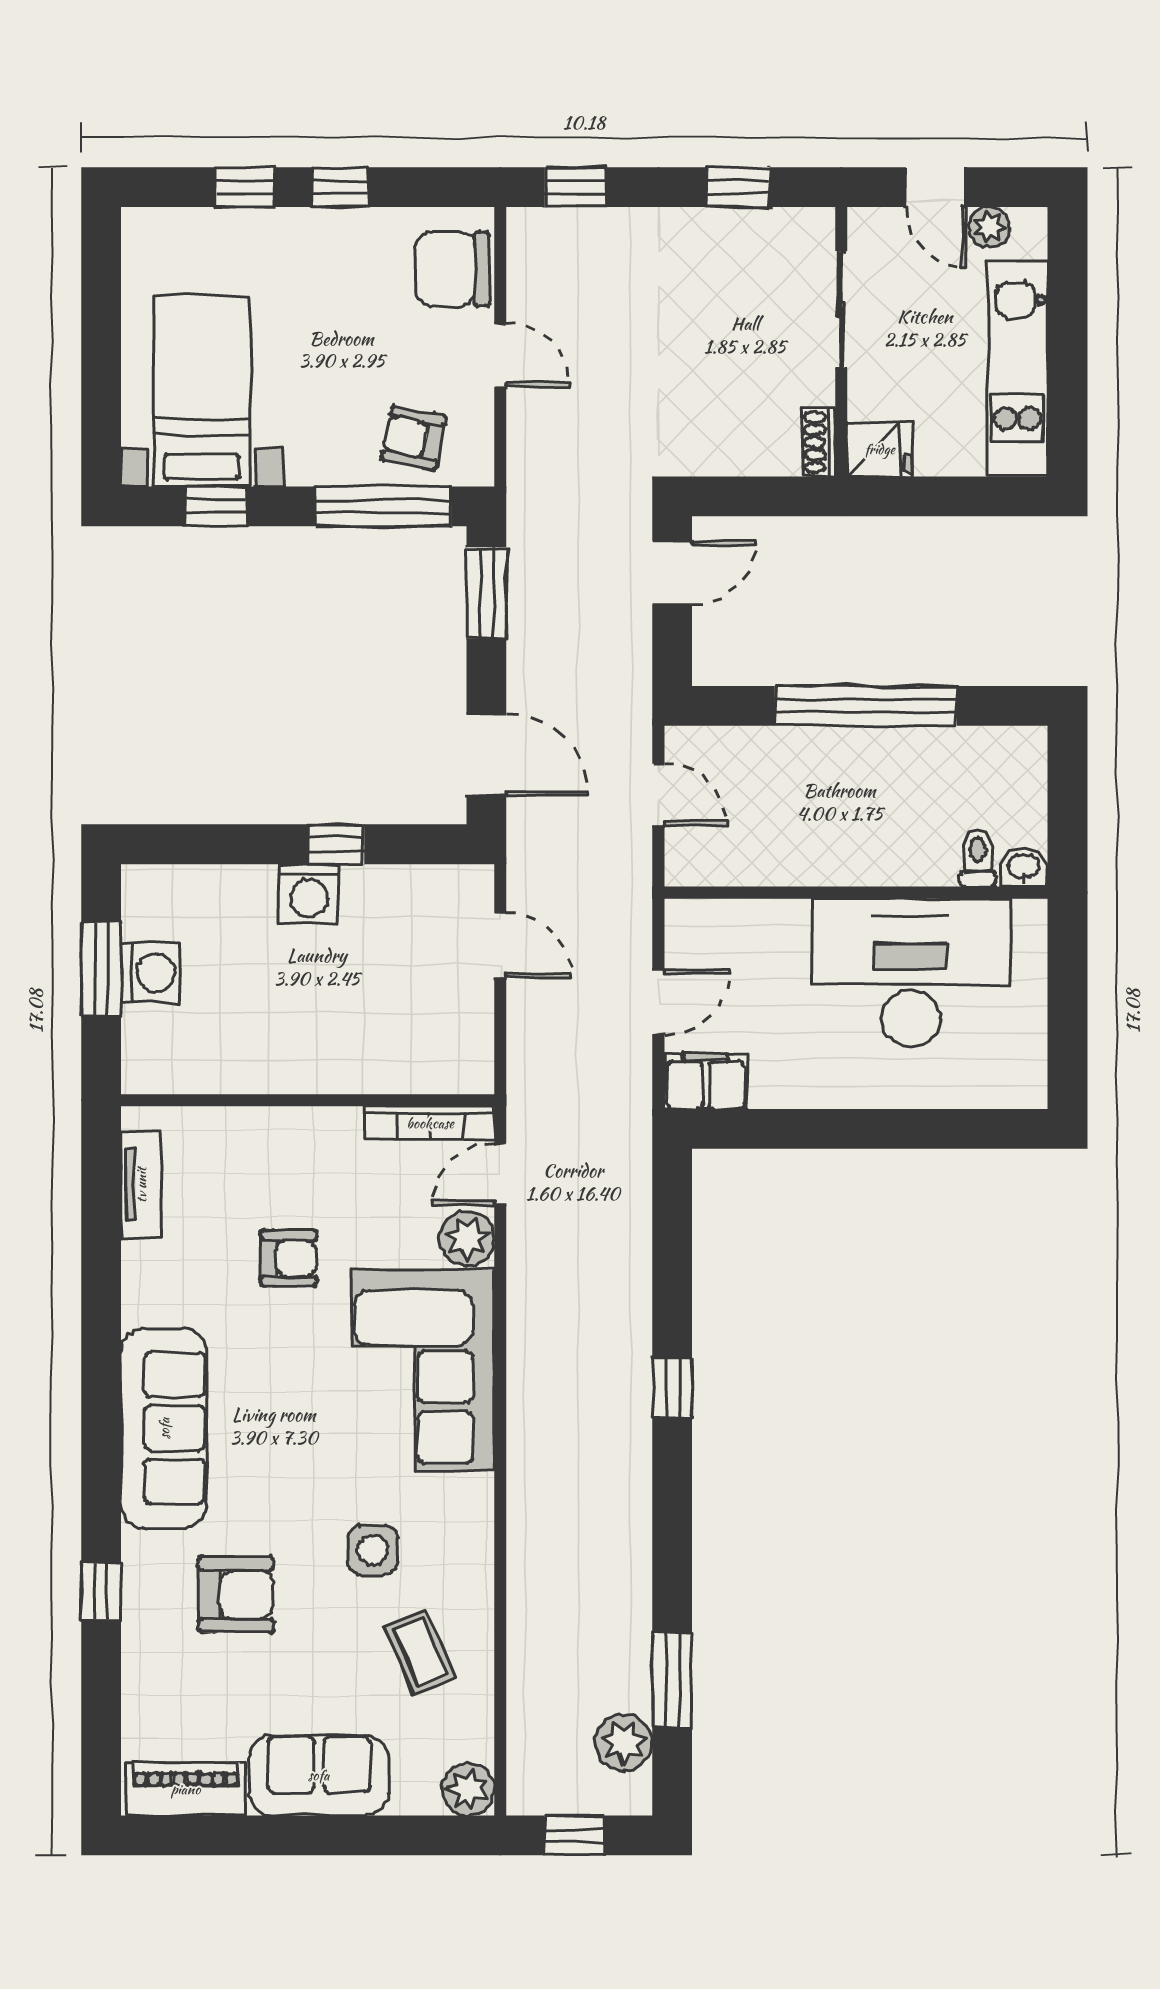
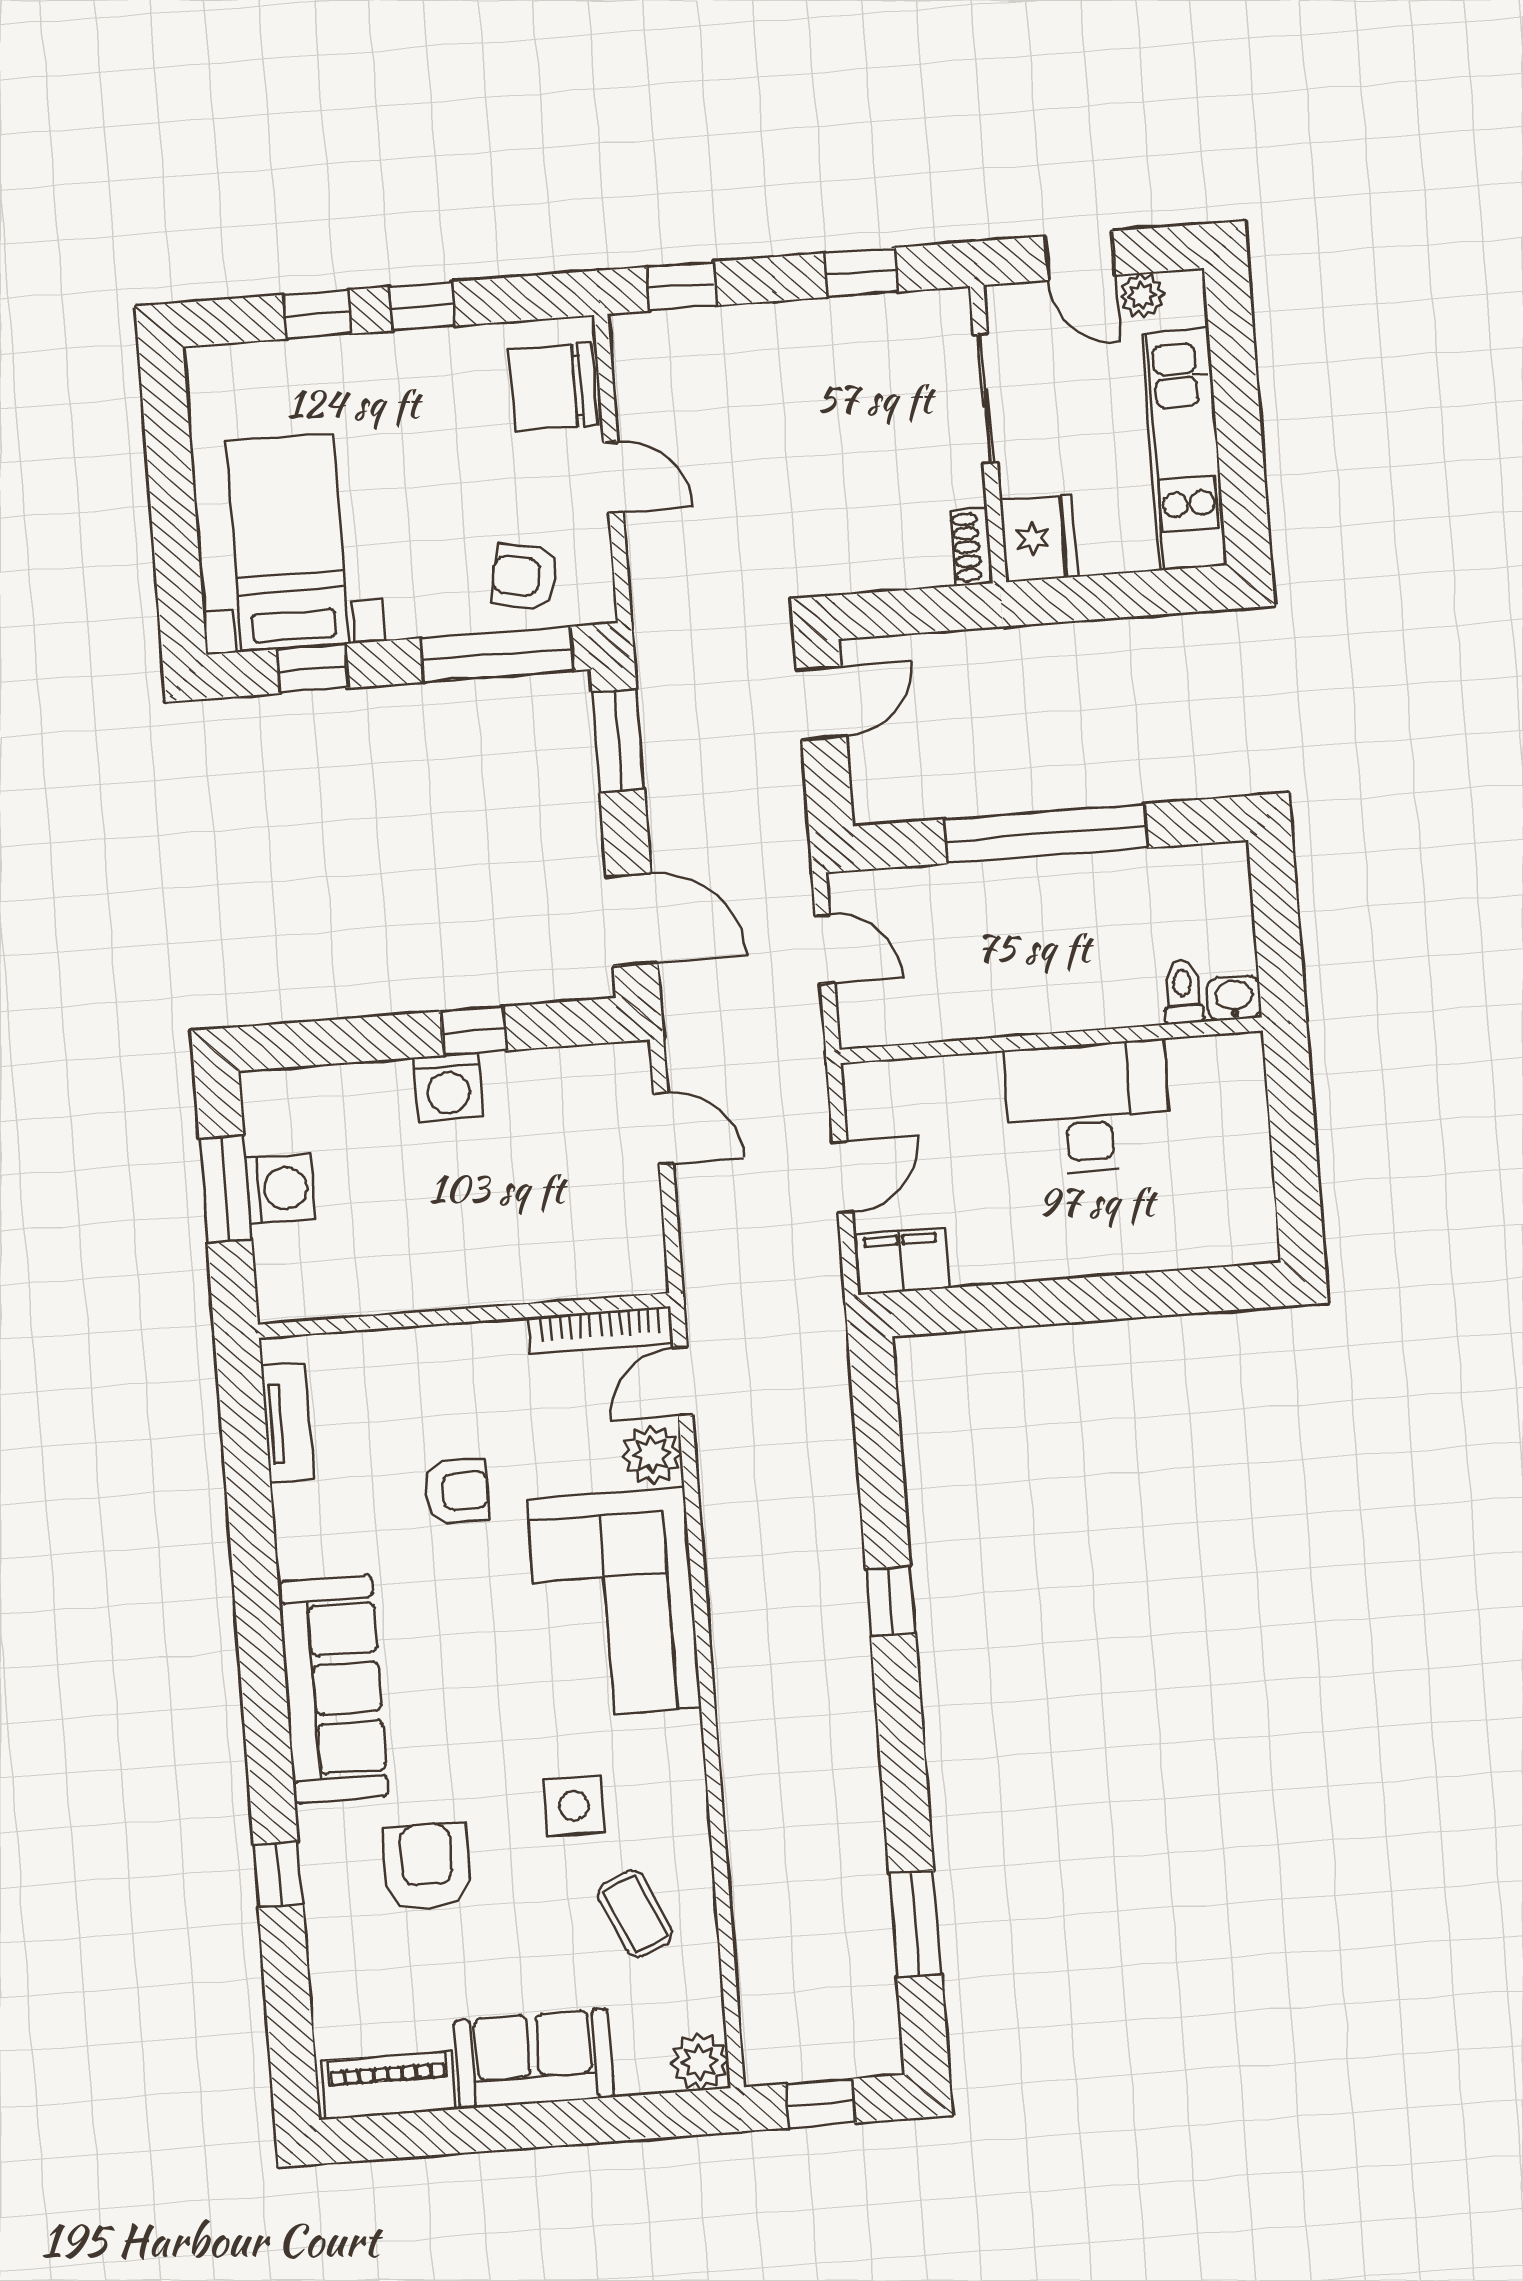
fridge: (880, 449) -> (1039, 538), width x1.38
desk: (911, 973) -> (1088, 1107), width x0.73, depth x0.77
armchair: (236, 1594) -> (427, 1866), turned -90
plant: (624, 1743) -> (867, 1997), removed

